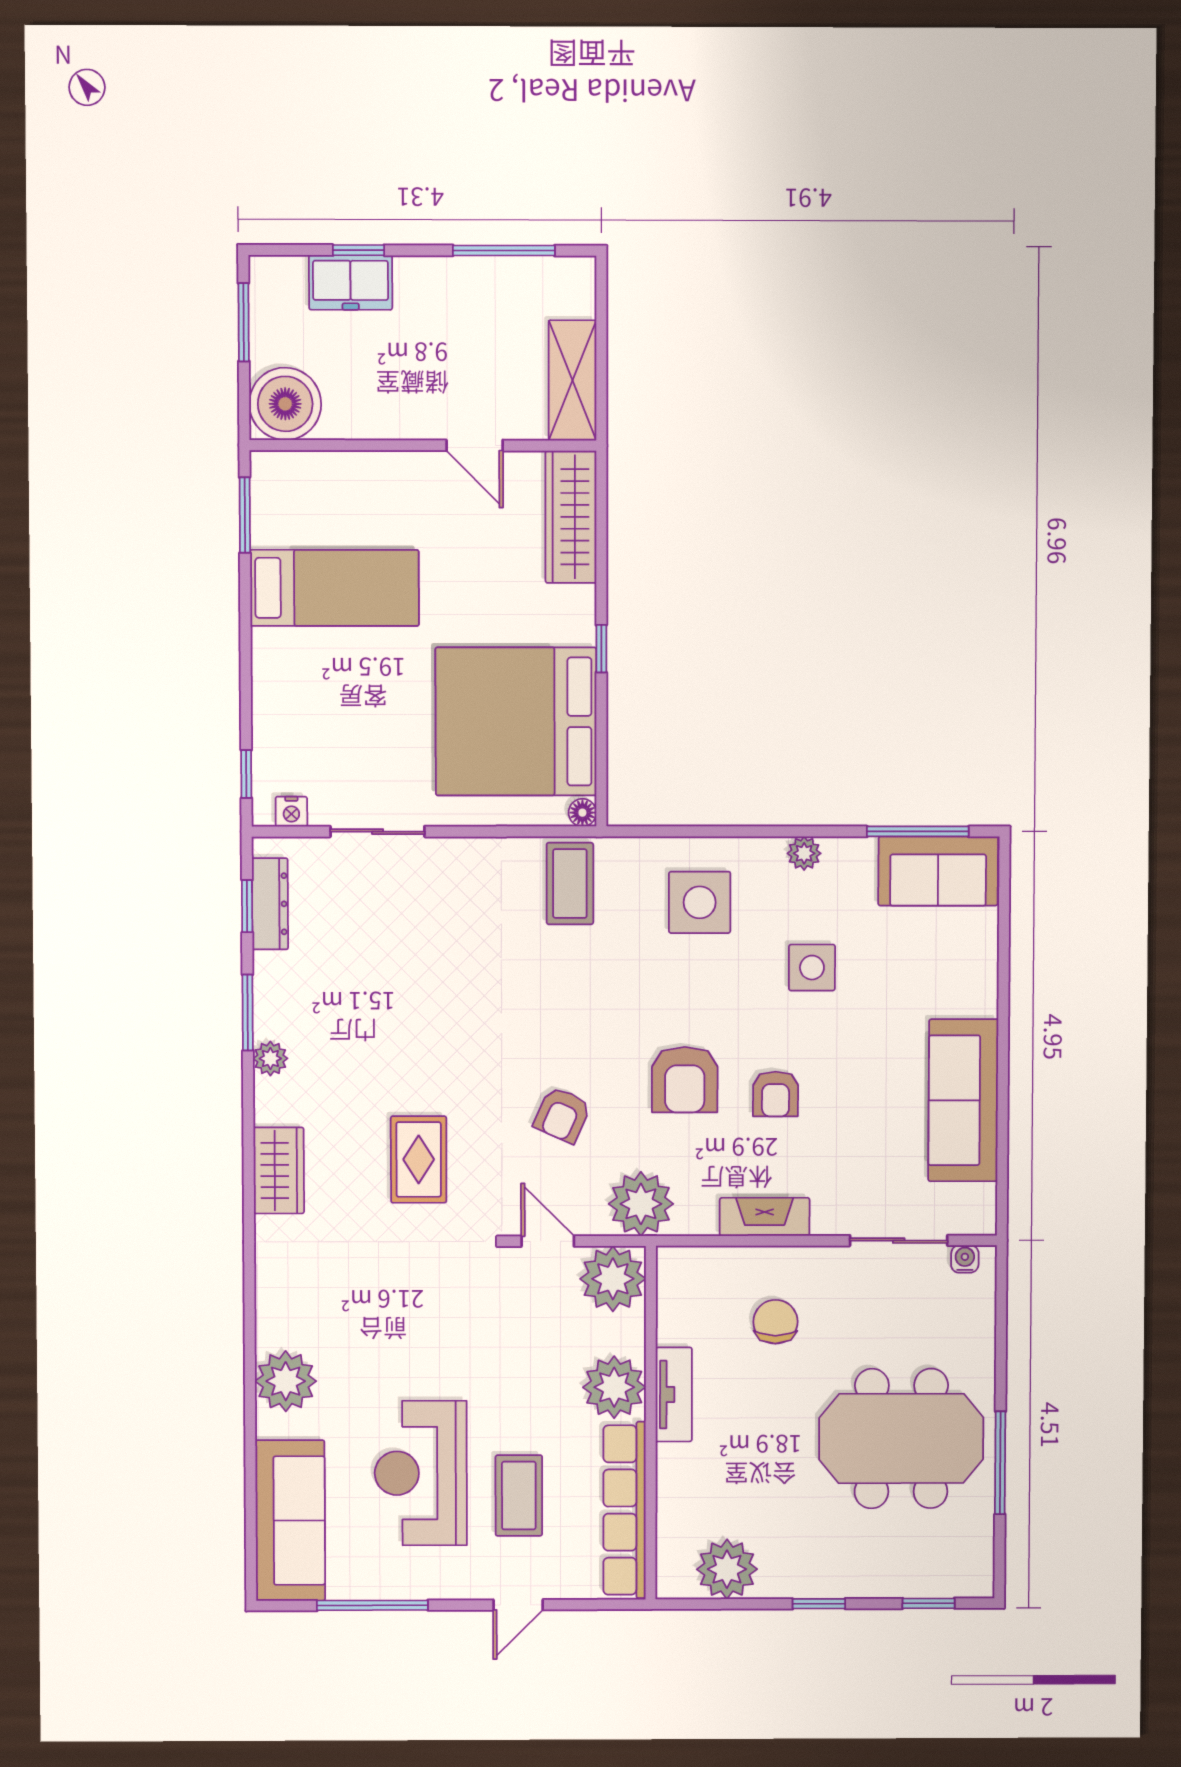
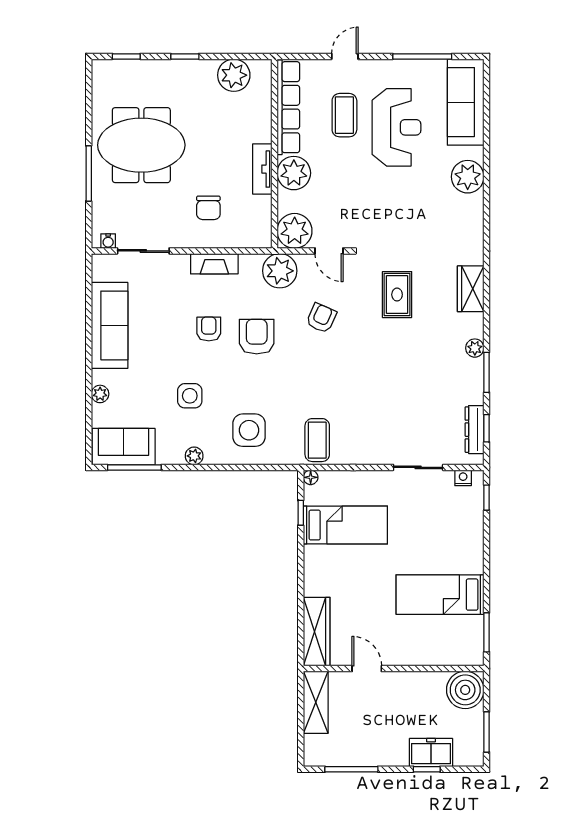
window: (601, 649) -> (301, 513), moved
bed: (516, 721) -> (345, 525), width x0.49
plant: (982, 971) -> (100, 394), added
window: (1000, 1463) -> (89, 173), moved

